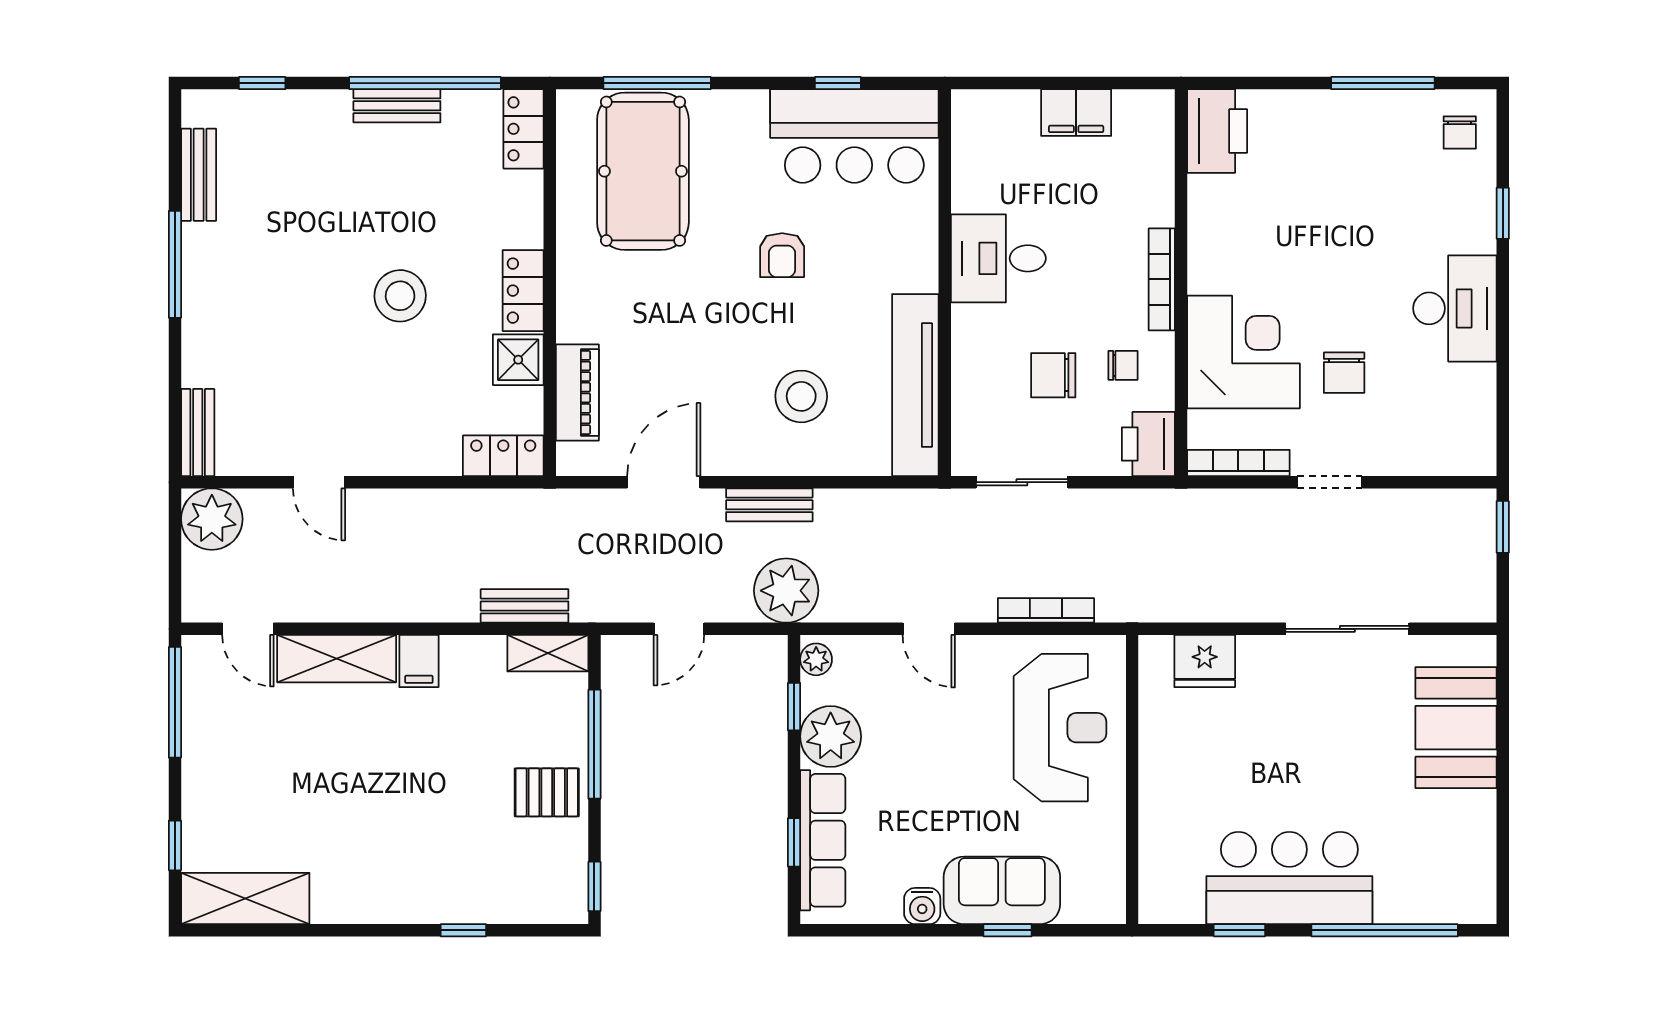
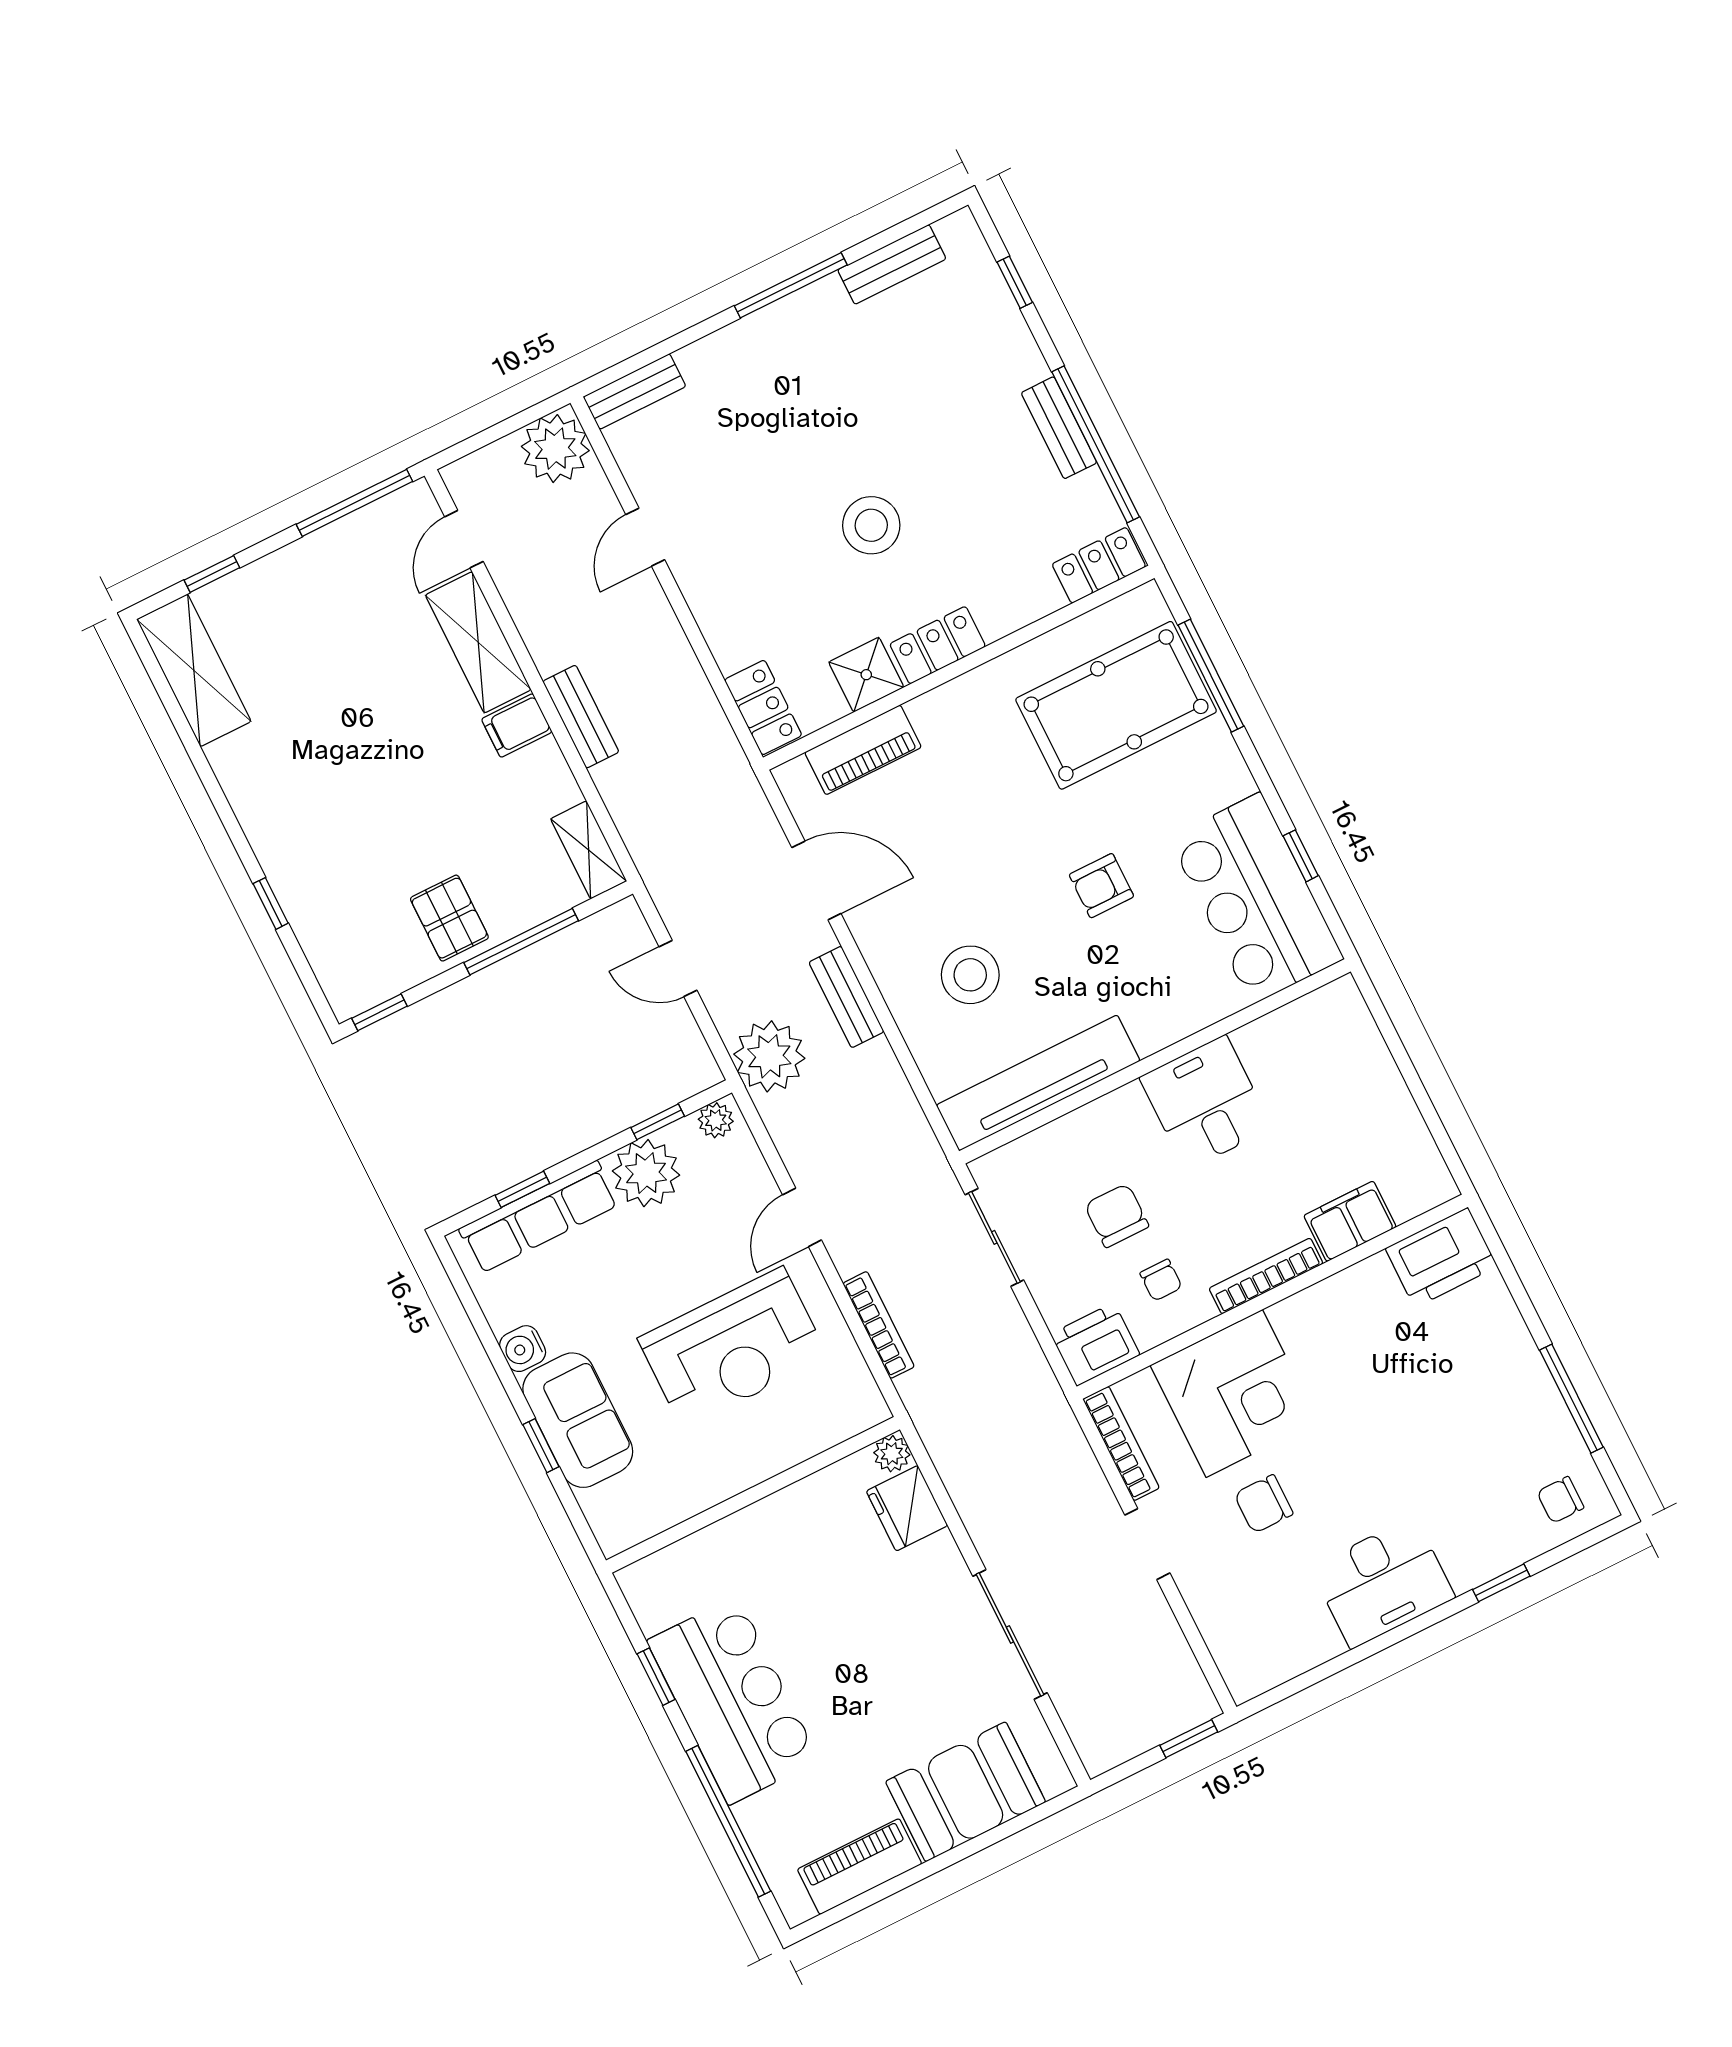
filing cabinet: (1076, 113) -> (1350, 1221), moved, turned 90
bench: (525, 606) -> (581, 717), moved
plant: (1155, 651) -> (892, 1454), added
reception desk: (1060, 728) -> (733, 1348), moved
piano: (1474, 843) -> (860, 1867), added

